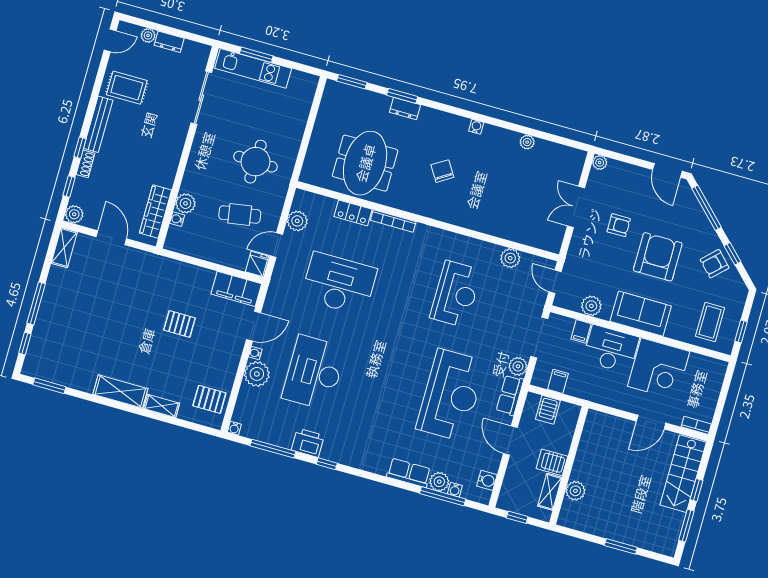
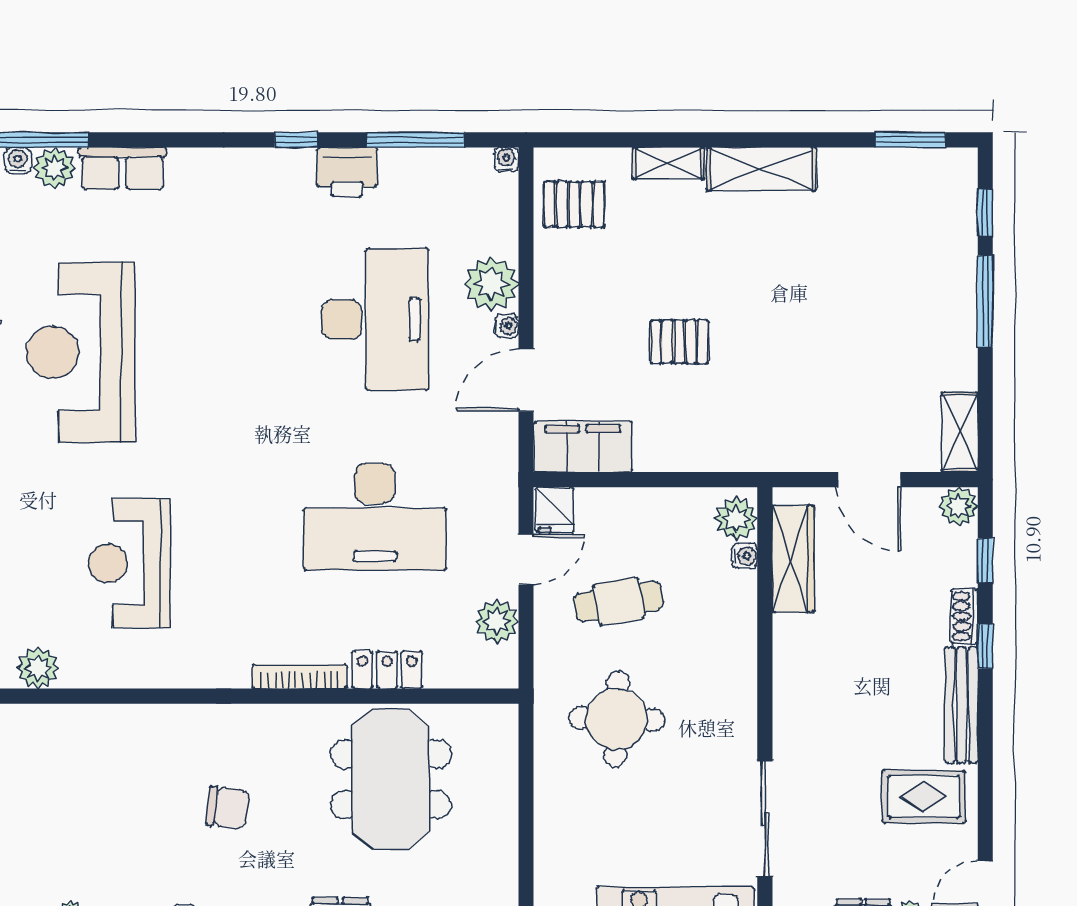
chair: (442, 171) -> (228, 808), turned -51
plant: (186, 203) -> (736, 519), moved

